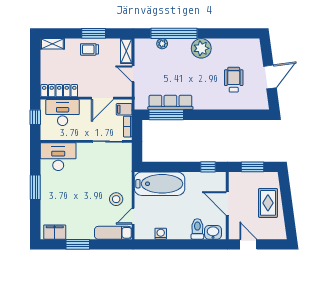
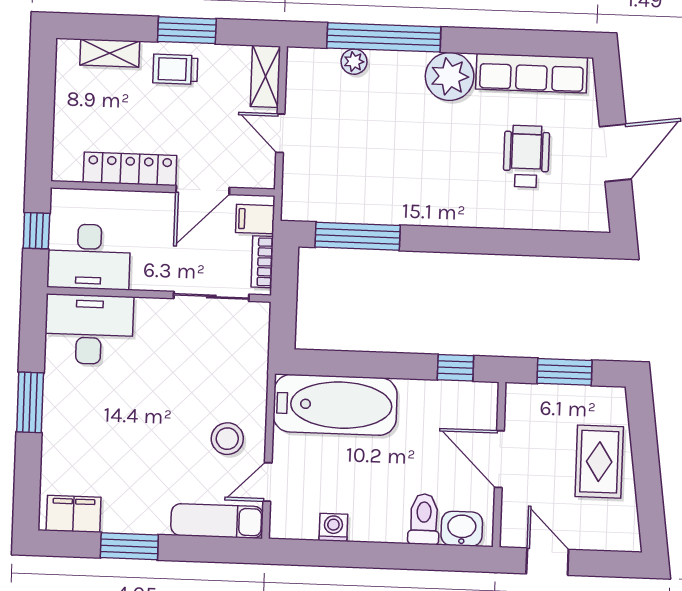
shelving: (52, 44) -> (110, 53), moved
locker: (59, 91) -> (130, 169), moved
row of seats: (170, 102) -> (532, 73), moved, turned 180
desk: (63, 113) -> (89, 257), moved, turned 180

